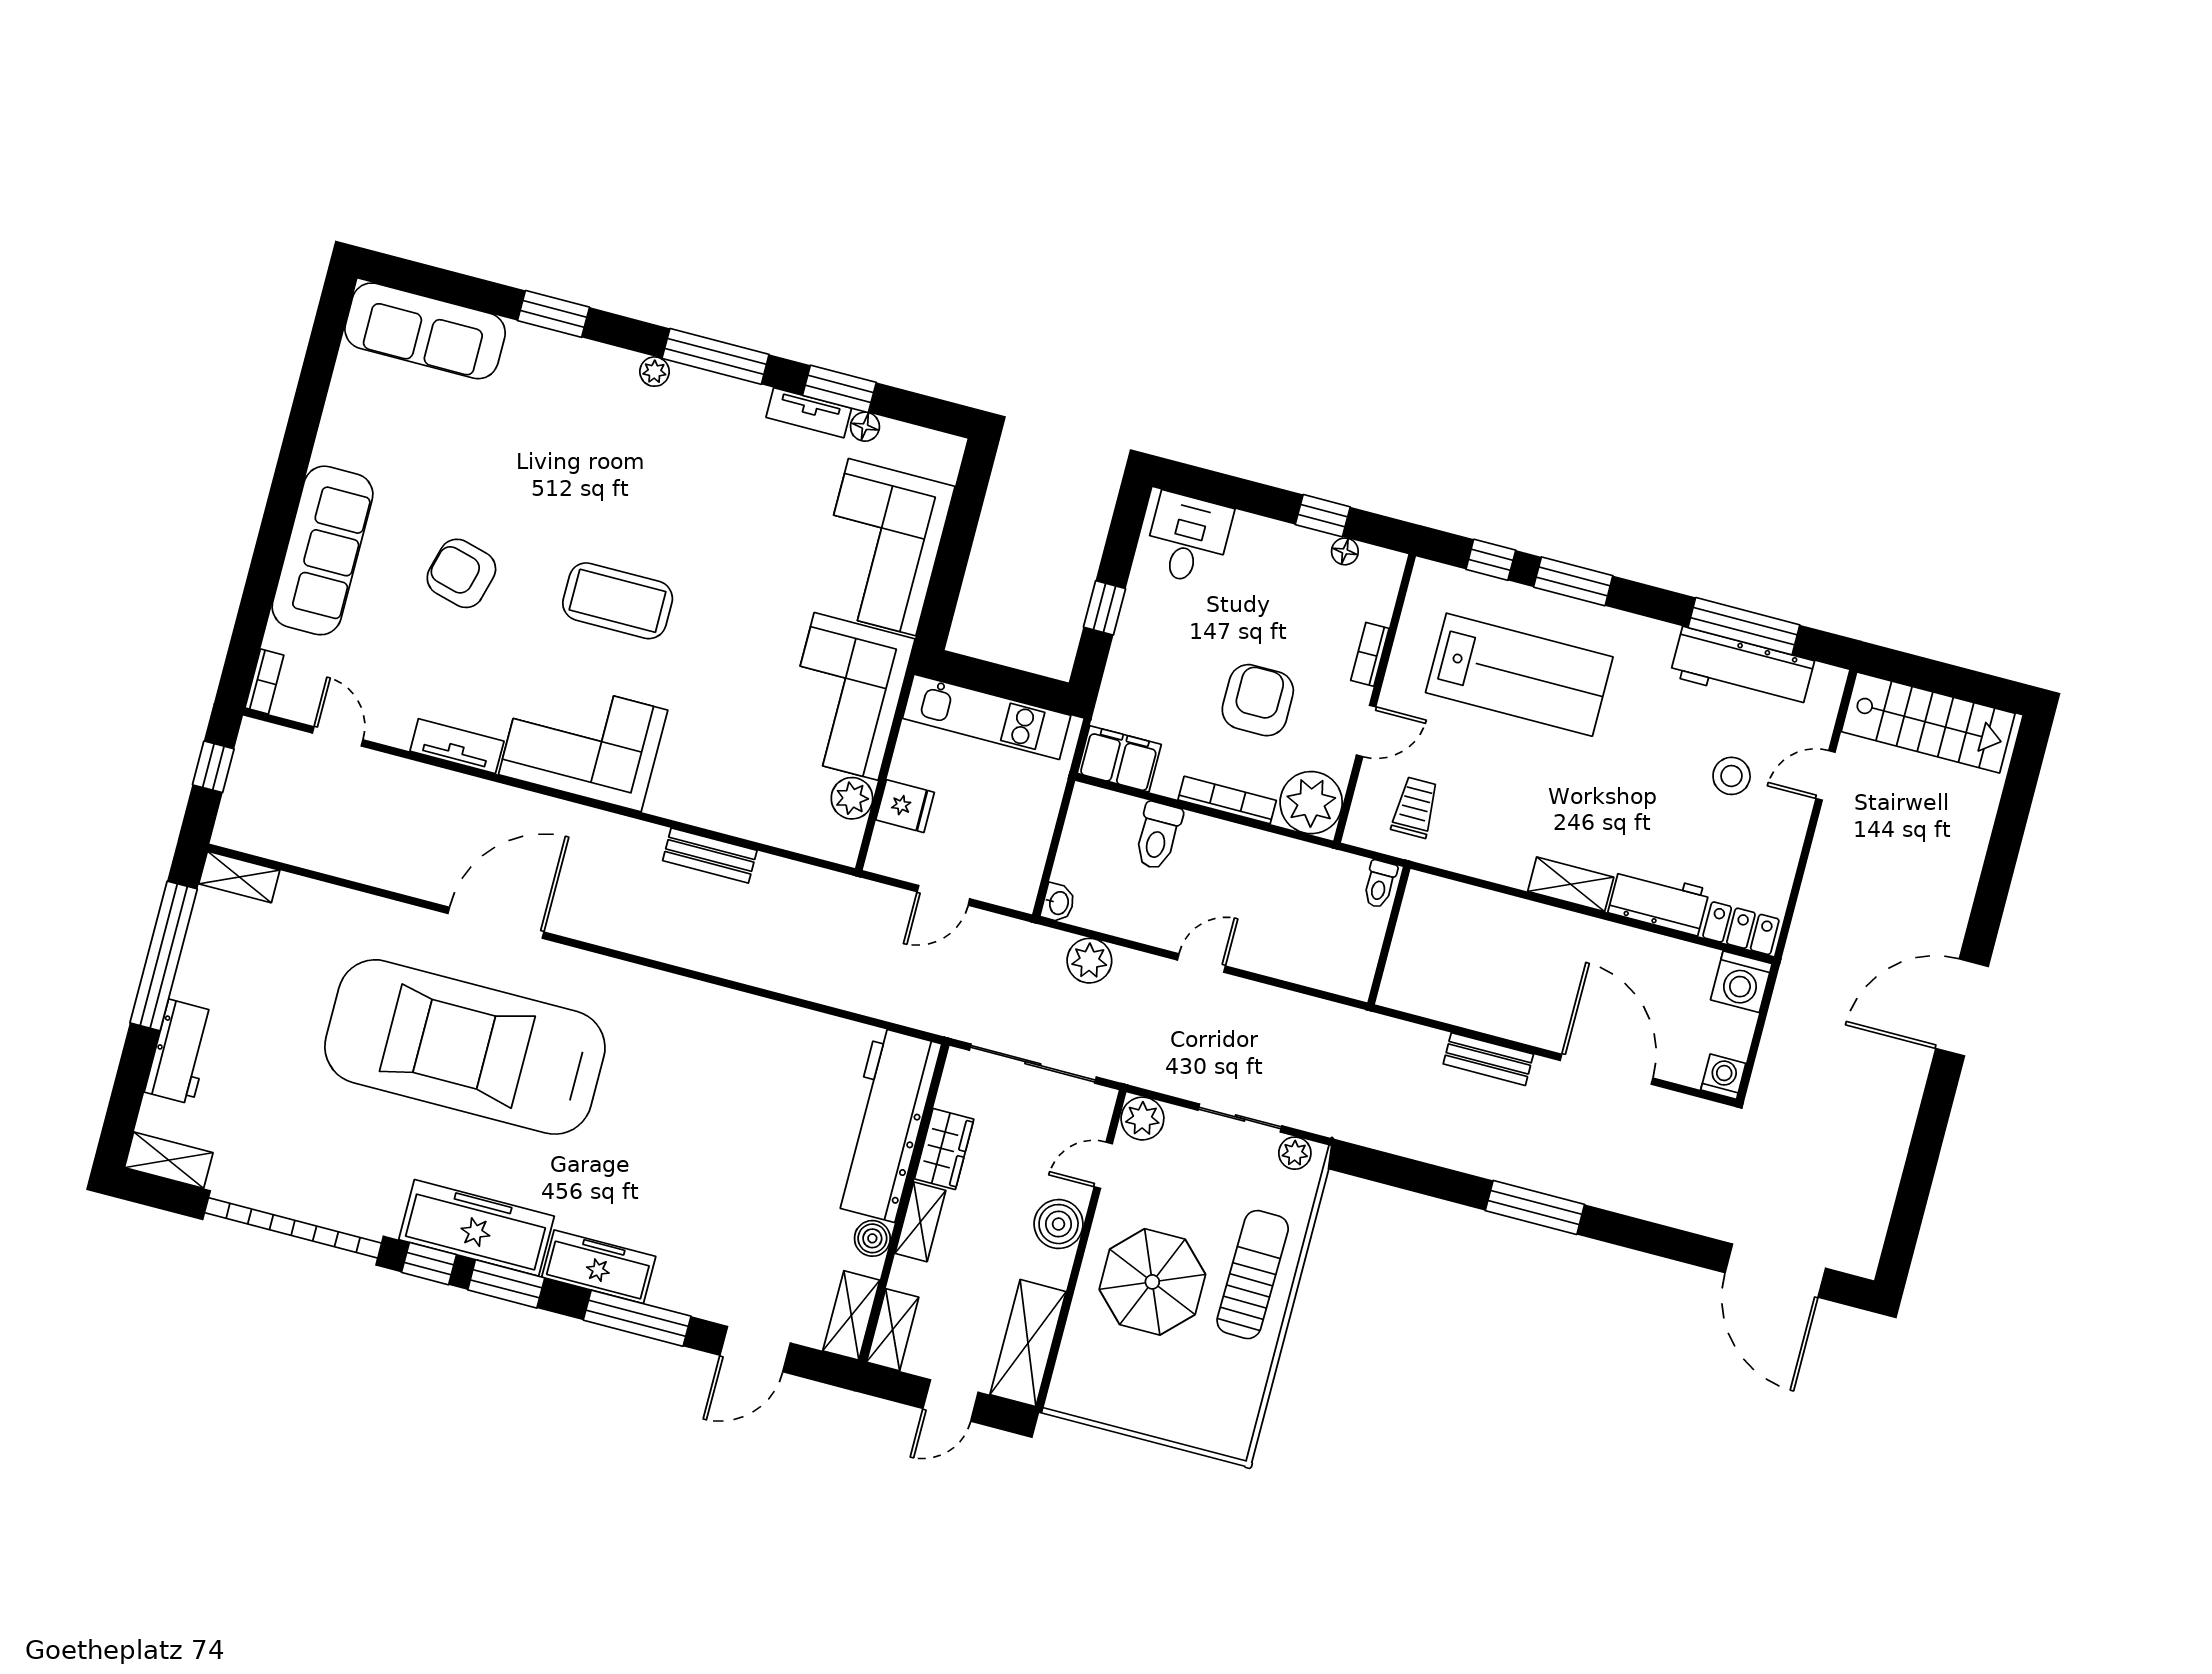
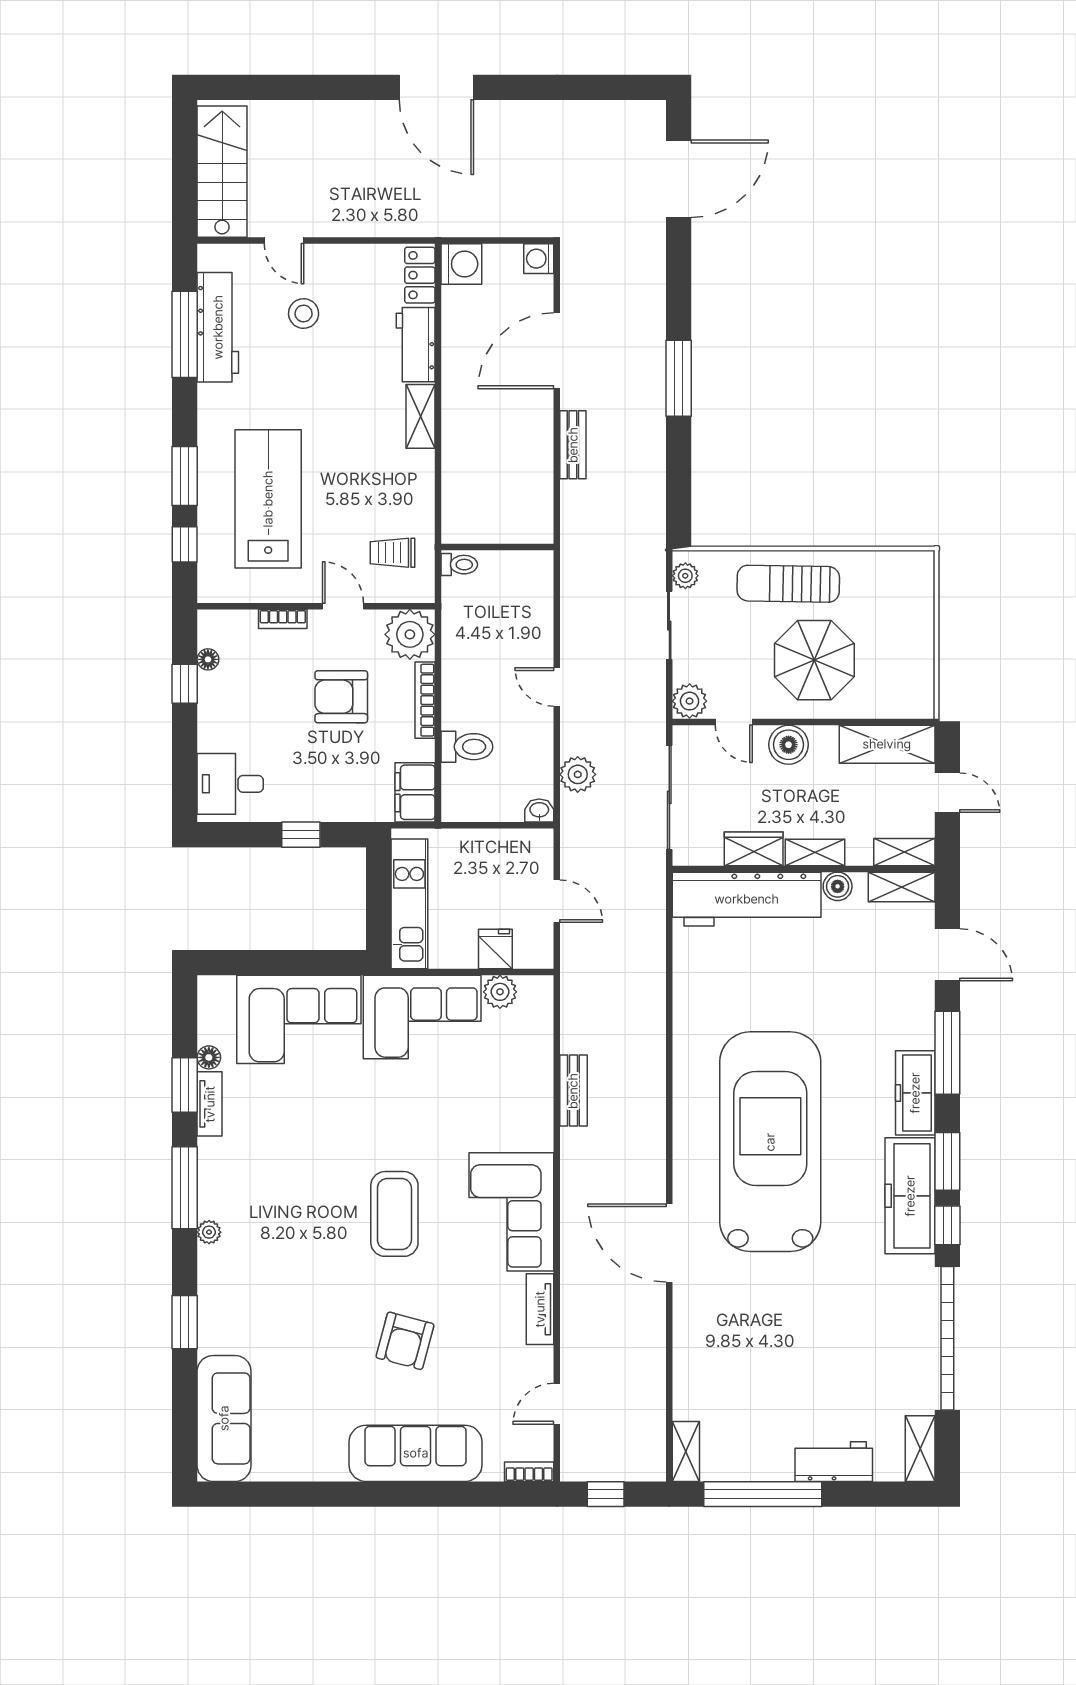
car: (465, 1047) -> (770, 1142), moved, turned 180

